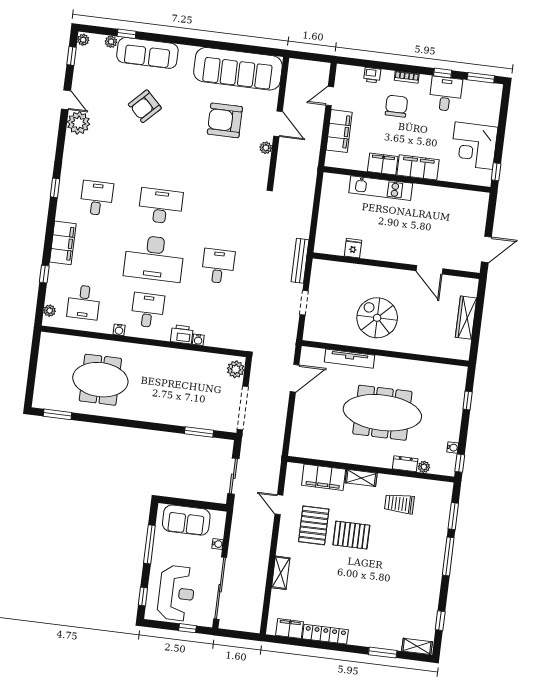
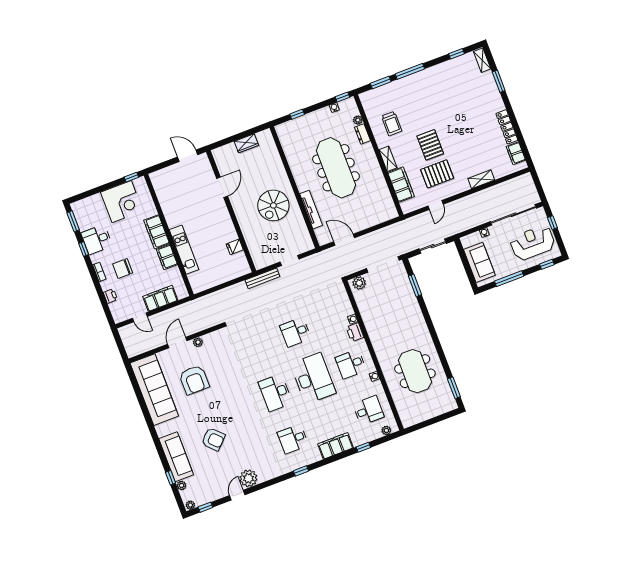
wardrobe: (466, 318) -> (246, 143), width x0.67

